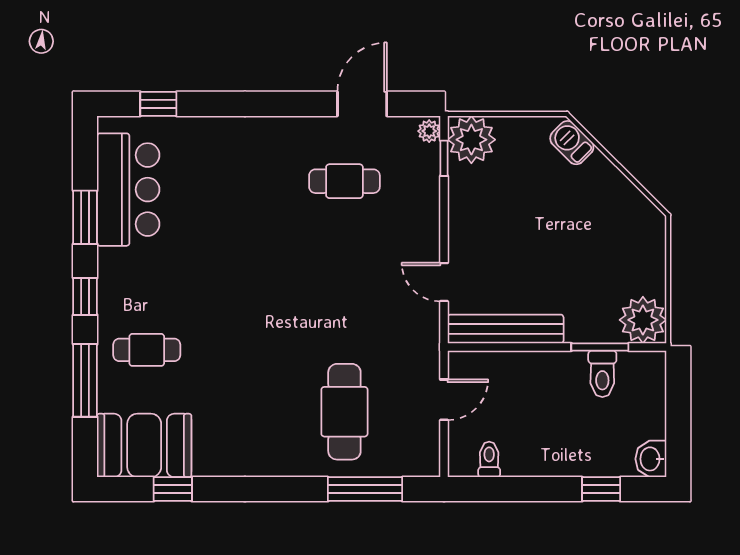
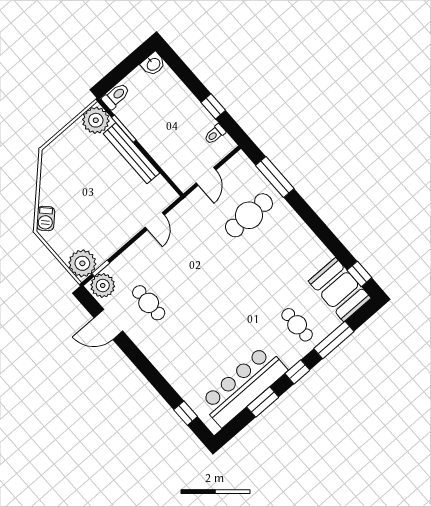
plant: (429, 131) -> (103, 285), width x1.87, depth x1.87
bar counter: (128, 190) -> (243, 386), width x1.36
bench: (506, 329) -> (131, 153), moved
toilet: (602, 374) -> (116, 96), moved
door: (444, 400) -> (206, 176), swing flipped
window: (173, 489) -> (359, 274), moved
window: (601, 489) -> (213, 106), moved

